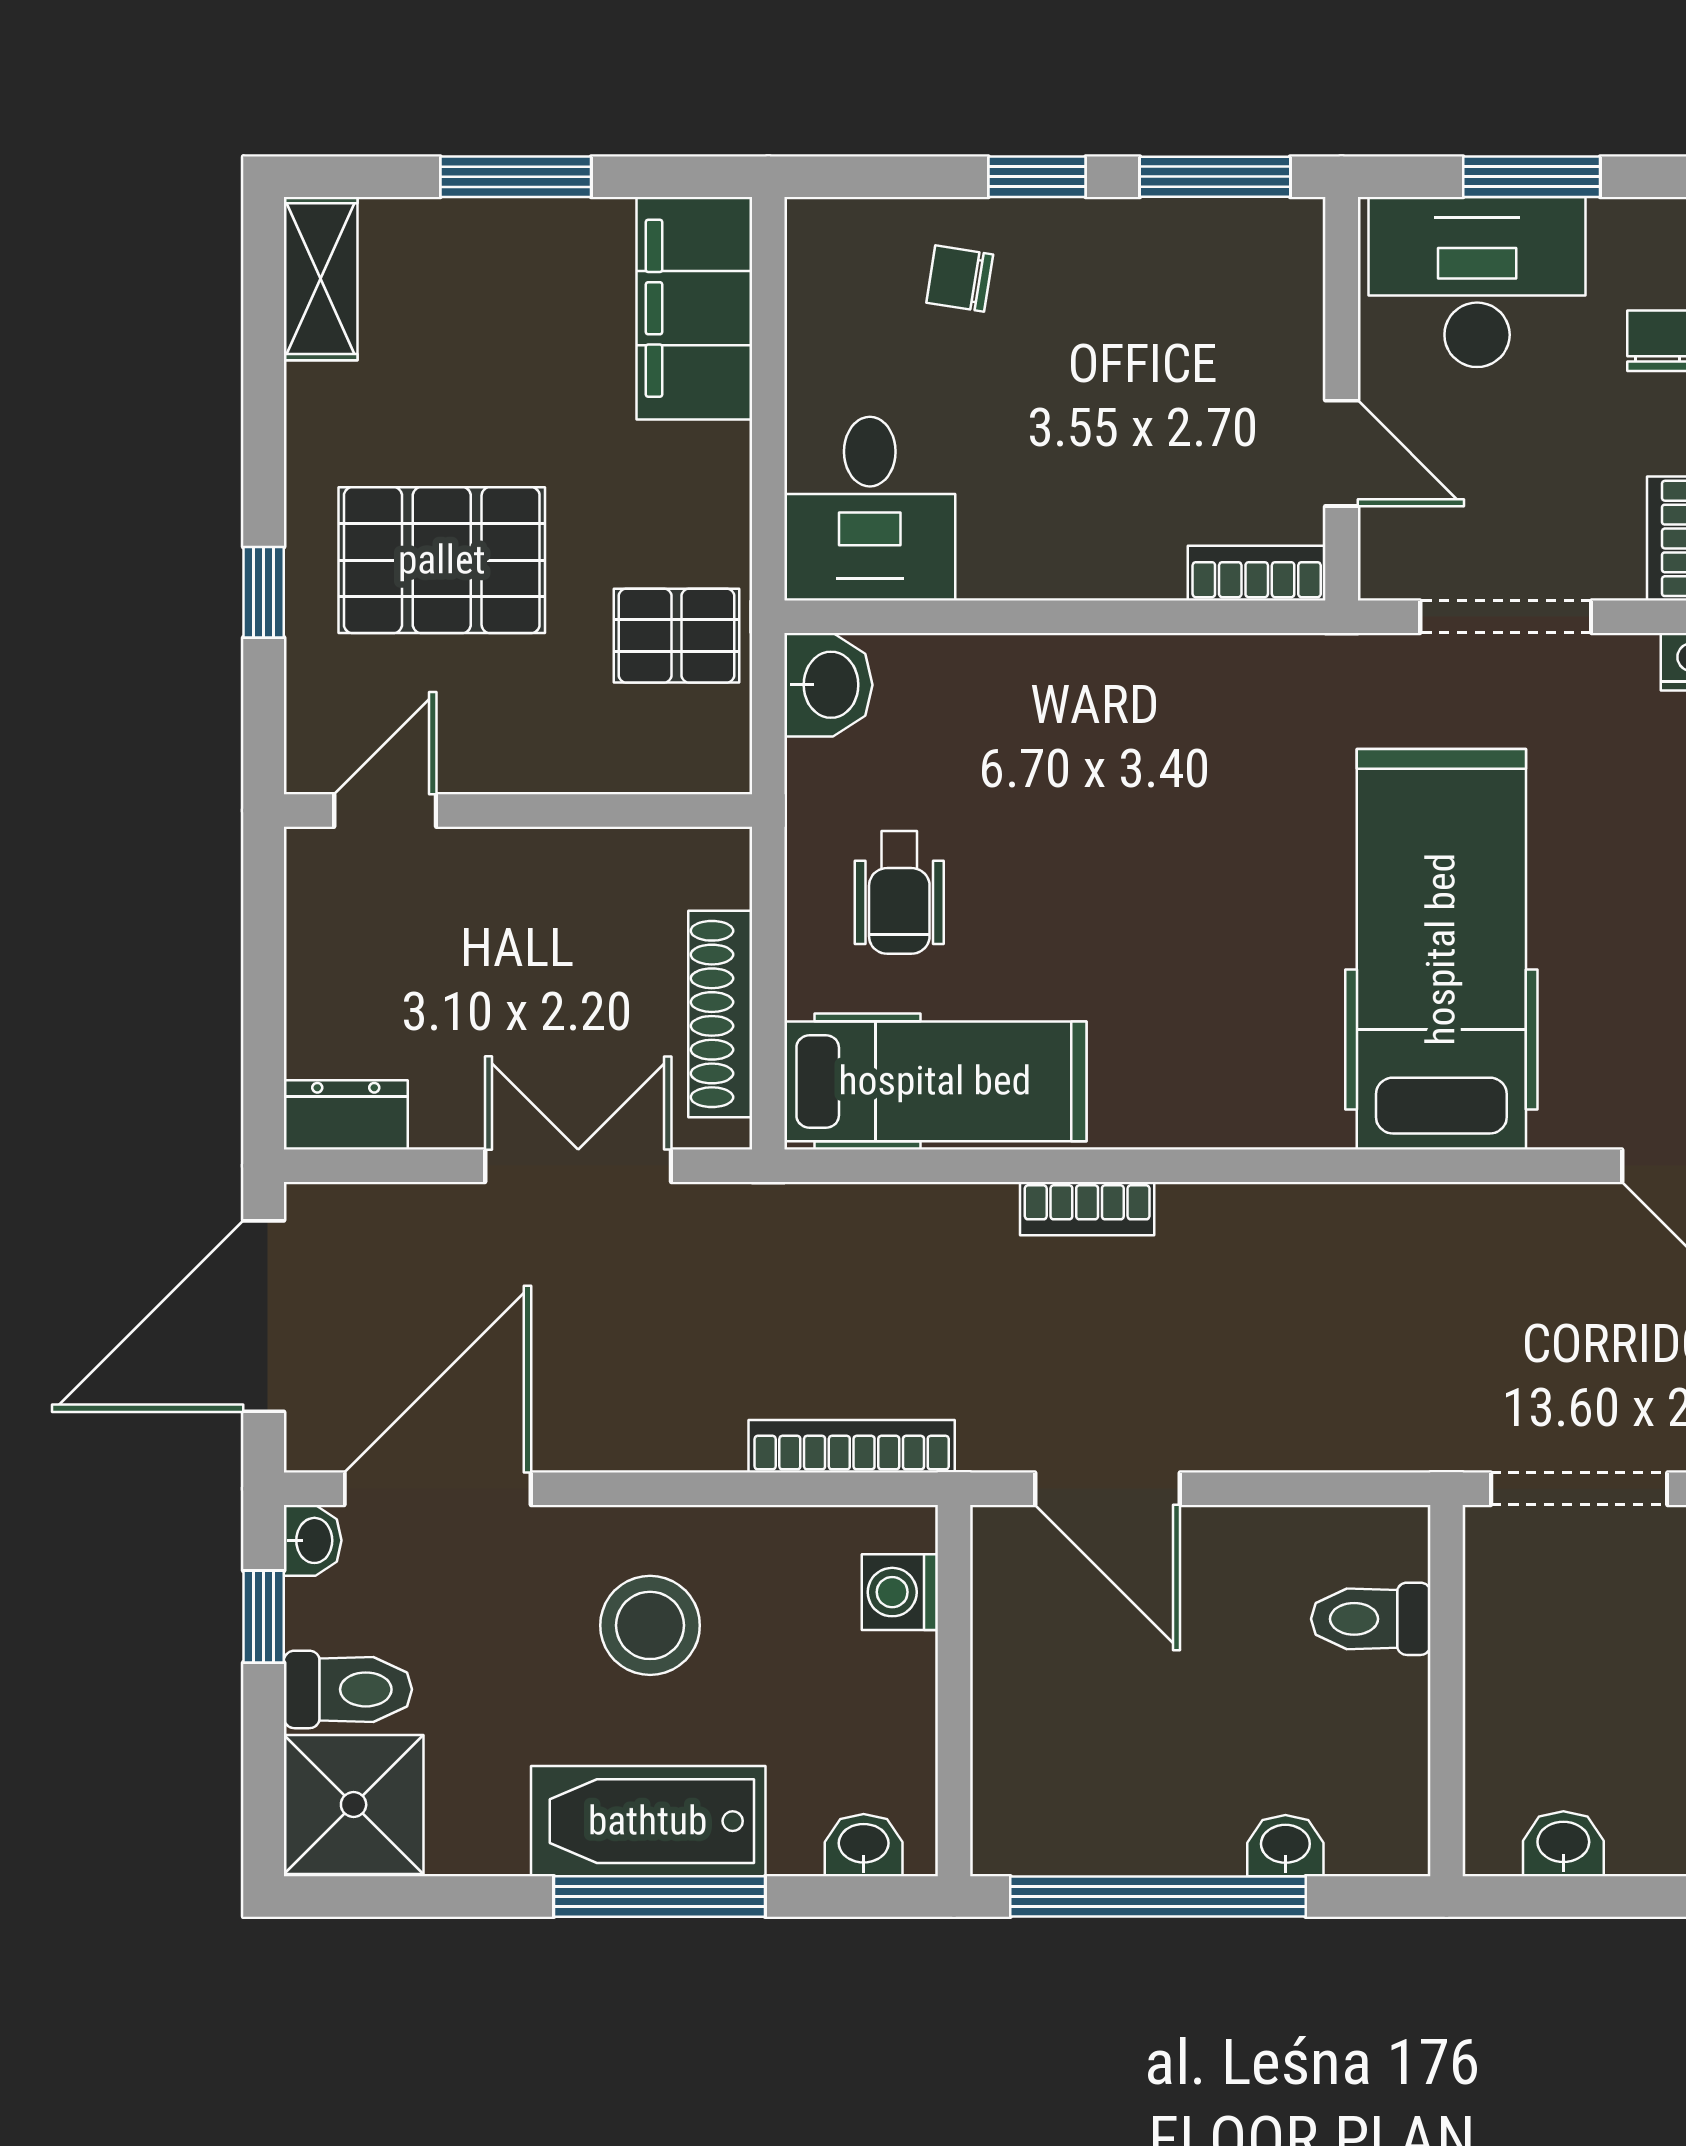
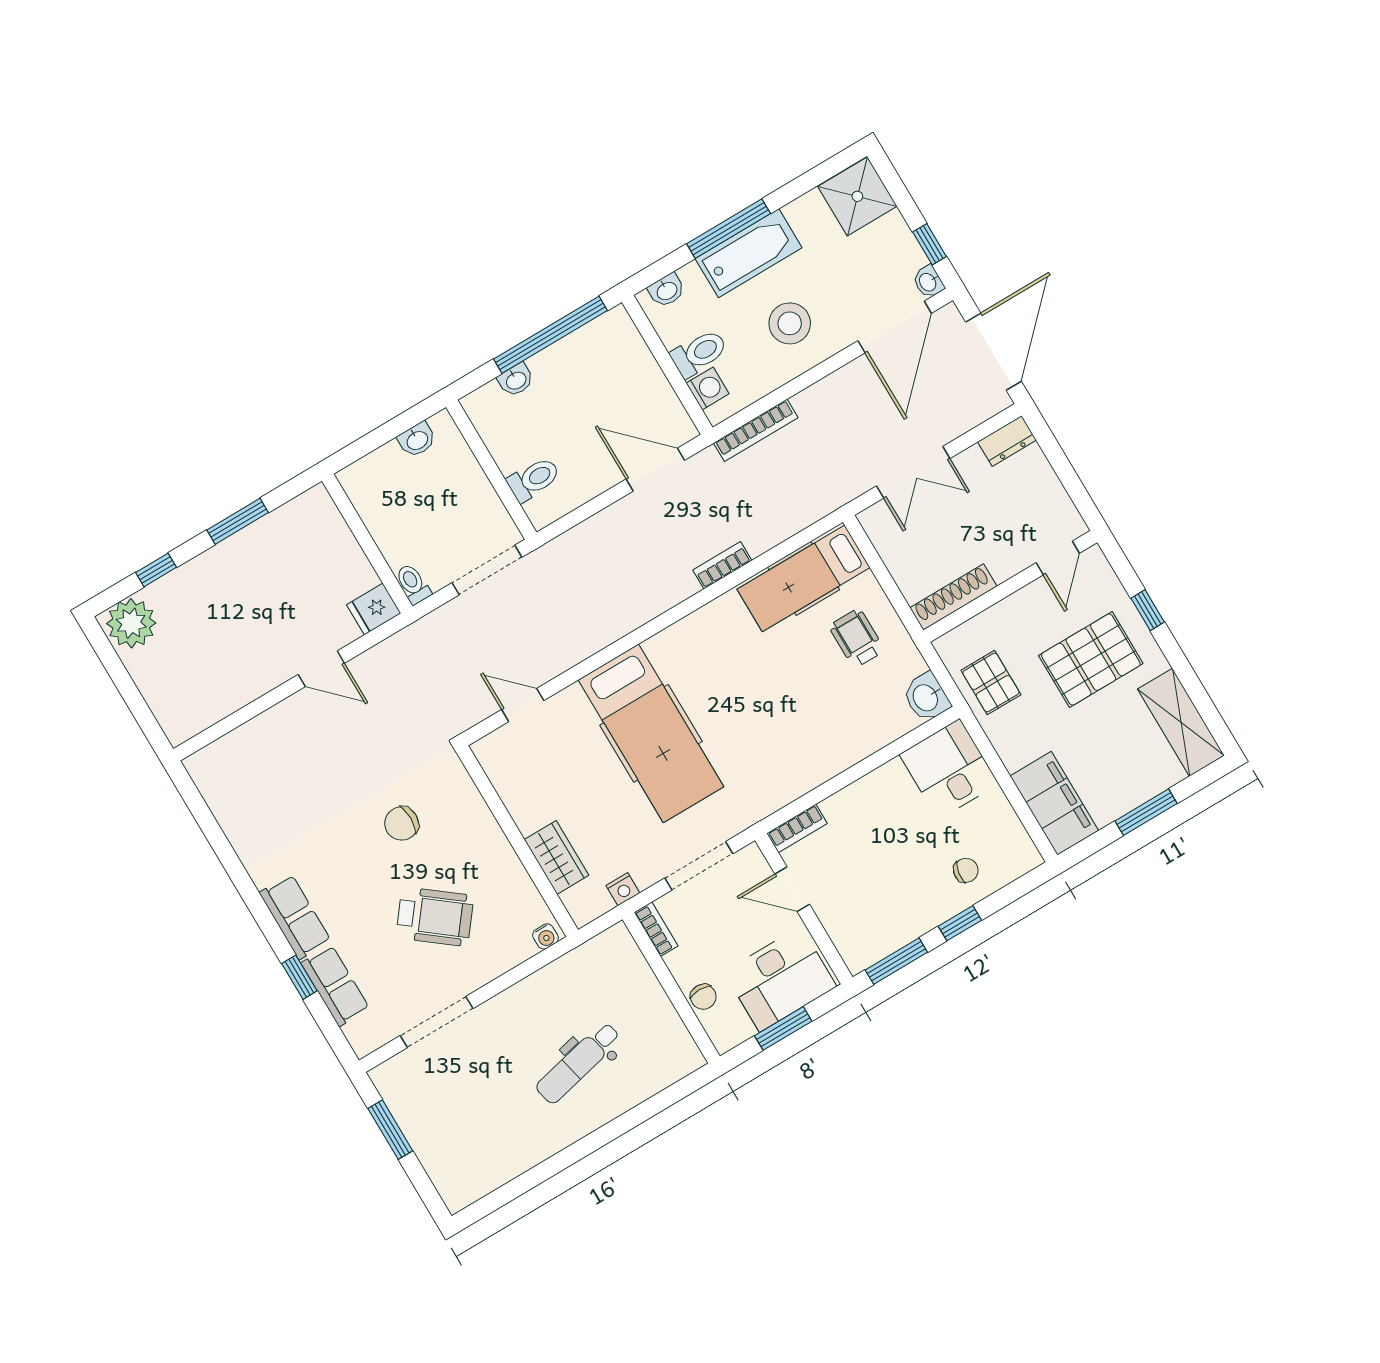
shelving: (321, 279) -> (1181, 722), width x1.50, depth x1.33
pallet: (676, 636) -> (991, 683), turned 90
shoe rack: (720, 1014) -> (953, 597), moved, turned -90
toilet: (348, 1689) -> (699, 353), moved, turned 180

